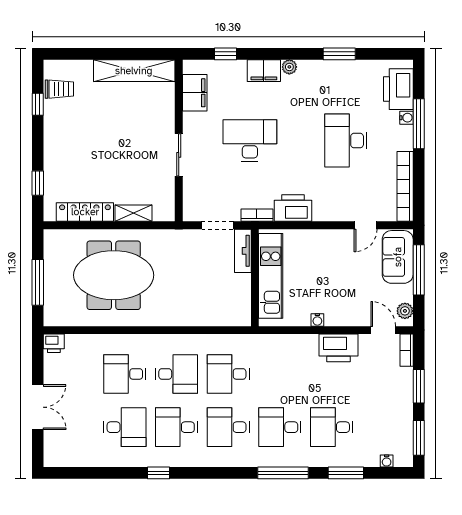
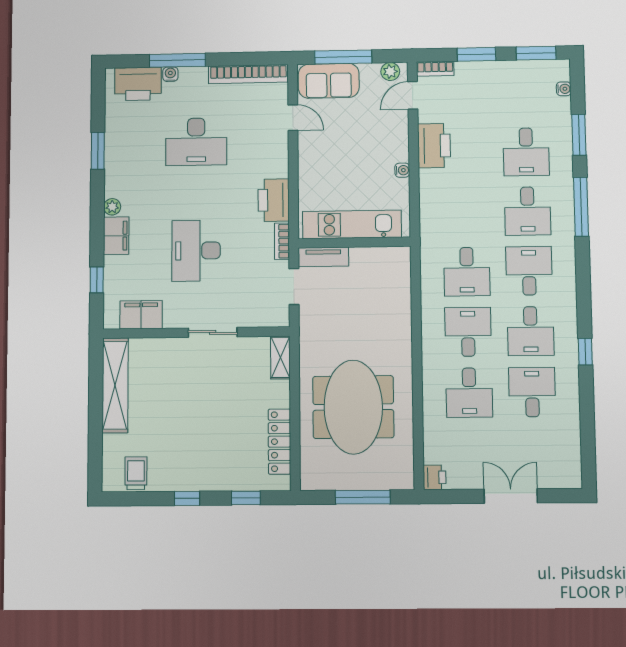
window: (38, 104) -> (187, 498), moved
shelving: (133, 213) -> (280, 358), moved
desk: (228, 427) -> (529, 271), turned 180

